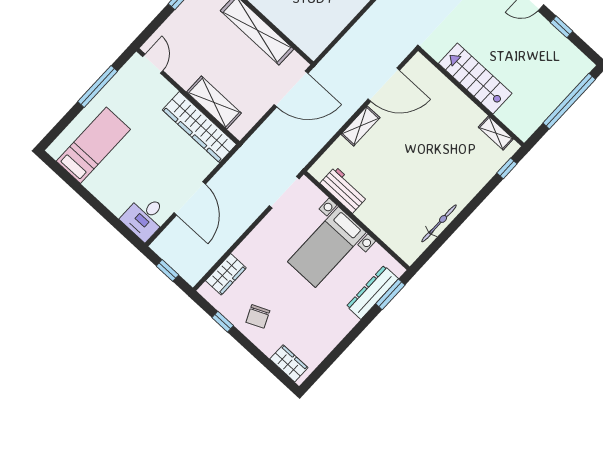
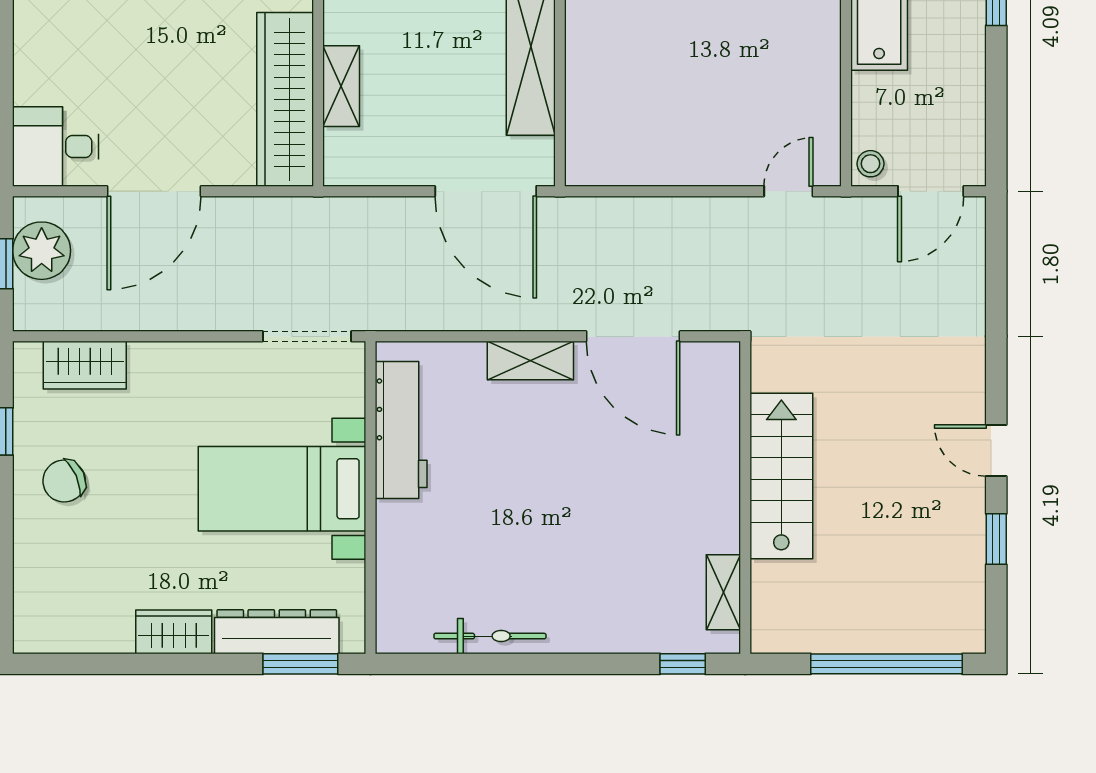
shelving: (214, 103) -> (341, 86), width x0.67, depth x0.75
workbench: (344, 190) -> (401, 430), width x1.38
plant: (175, 254) -> (42, 251), added
wardrobe: (289, 363) -> (174, 632), moved, turned -90

